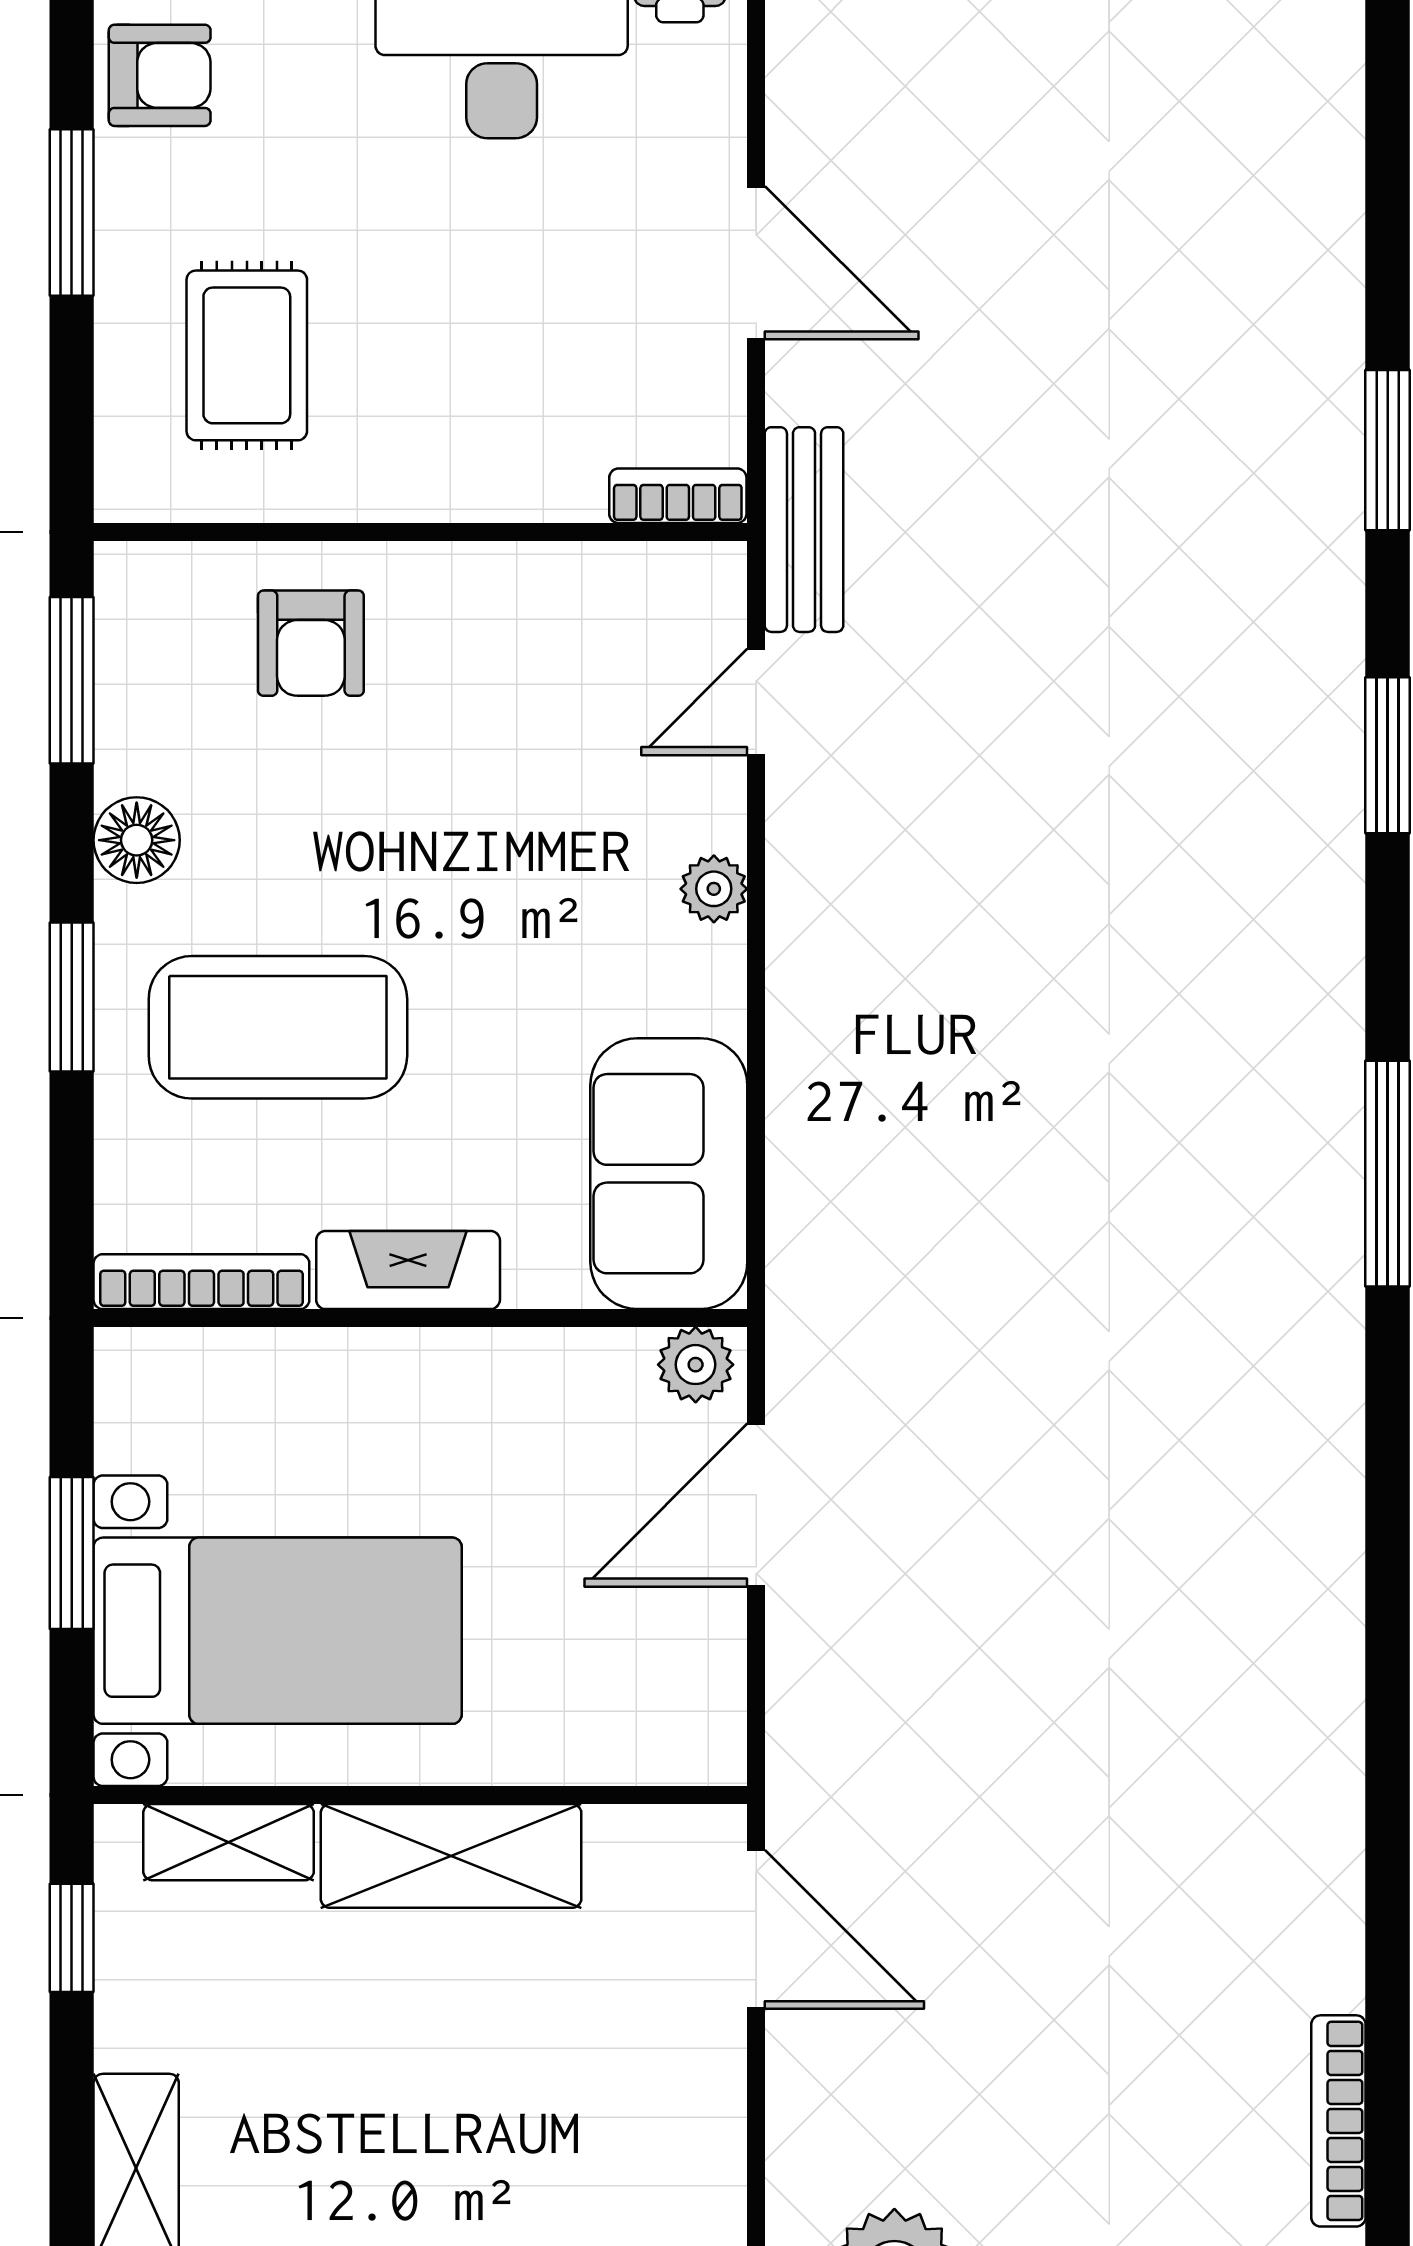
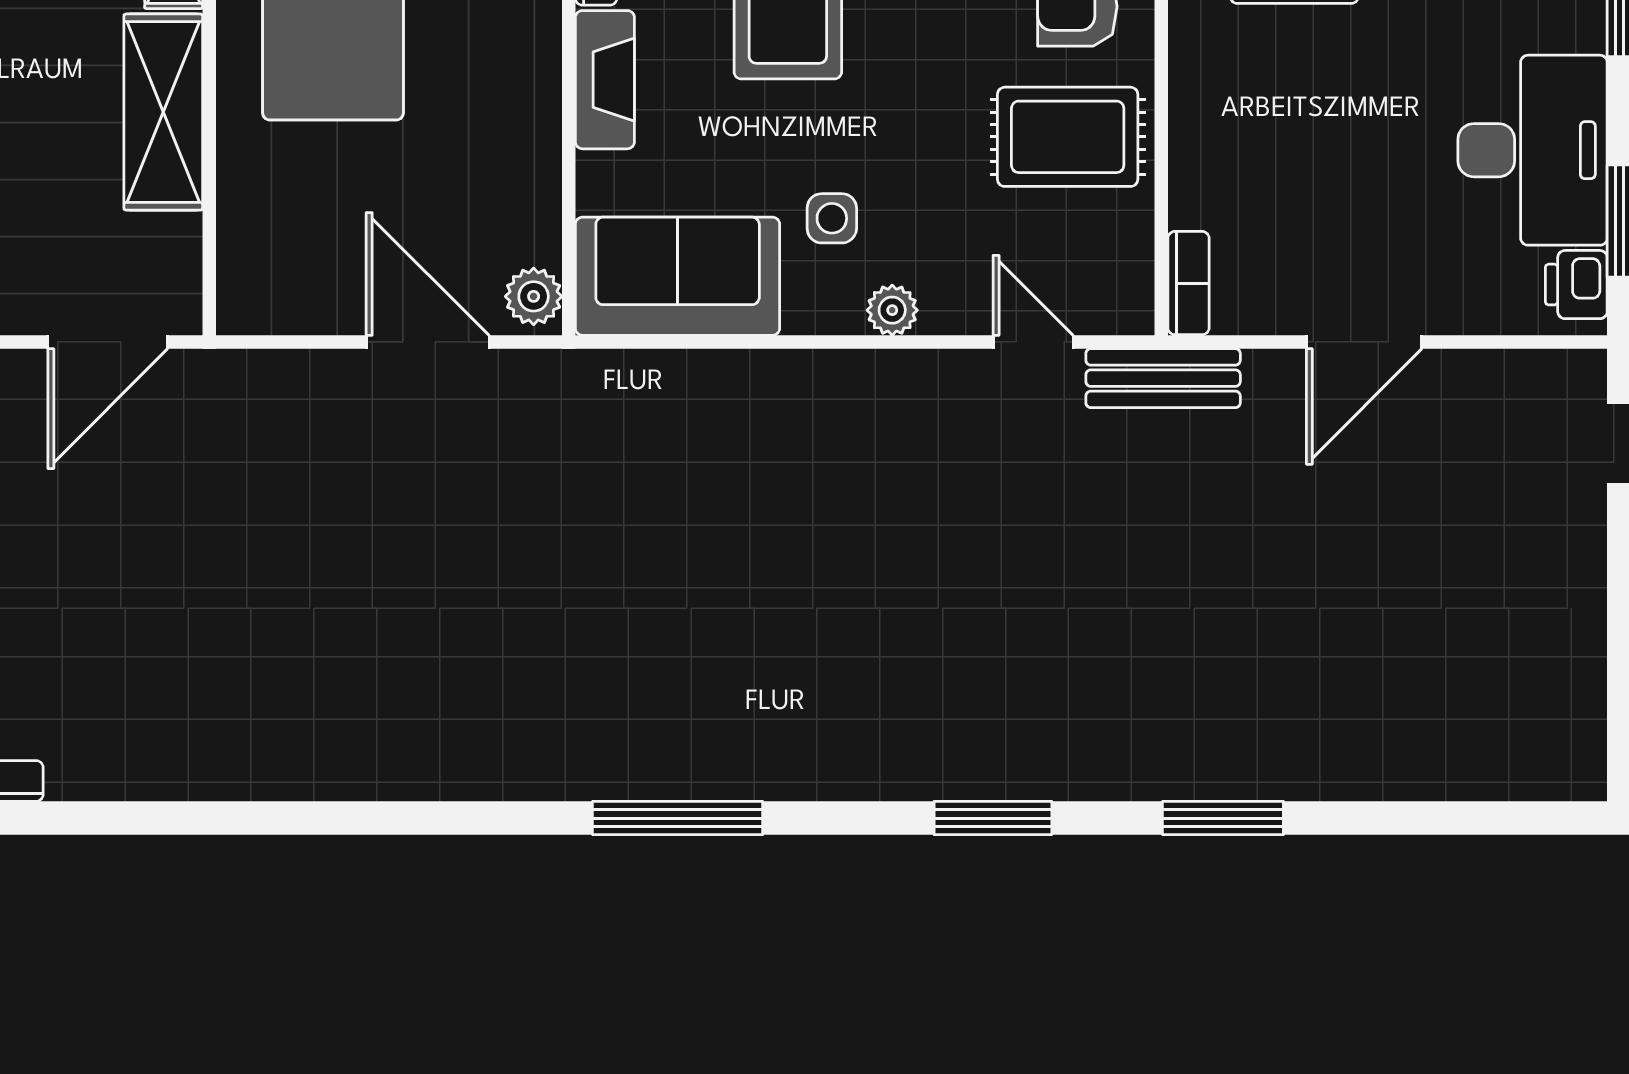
rug: (484, 656) -> (1068, 137), added
side table: (592, 969) -> (832, 218), added

